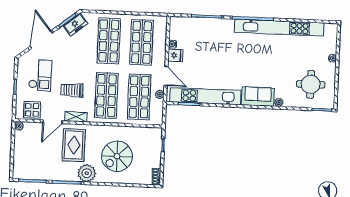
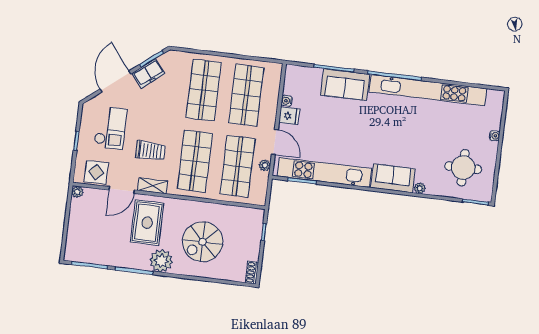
freezer: (75, 24) -> (148, 73), moved
sofa: (216, 28) -> (345, 85), added
trolley: (72, 90) -> (150, 151), turned 180

